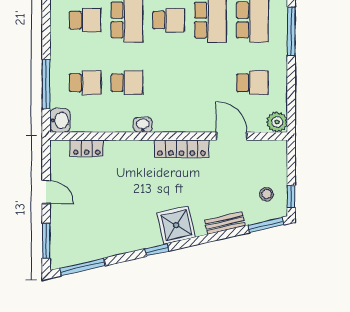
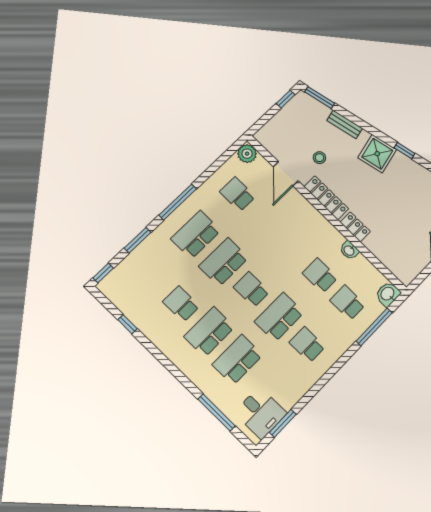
washbasin: (143, 125) -> (349, 250), moved
locker: (87, 148) -> (355, 227), moved
stool: (267, 194) -> (319, 158), moved

